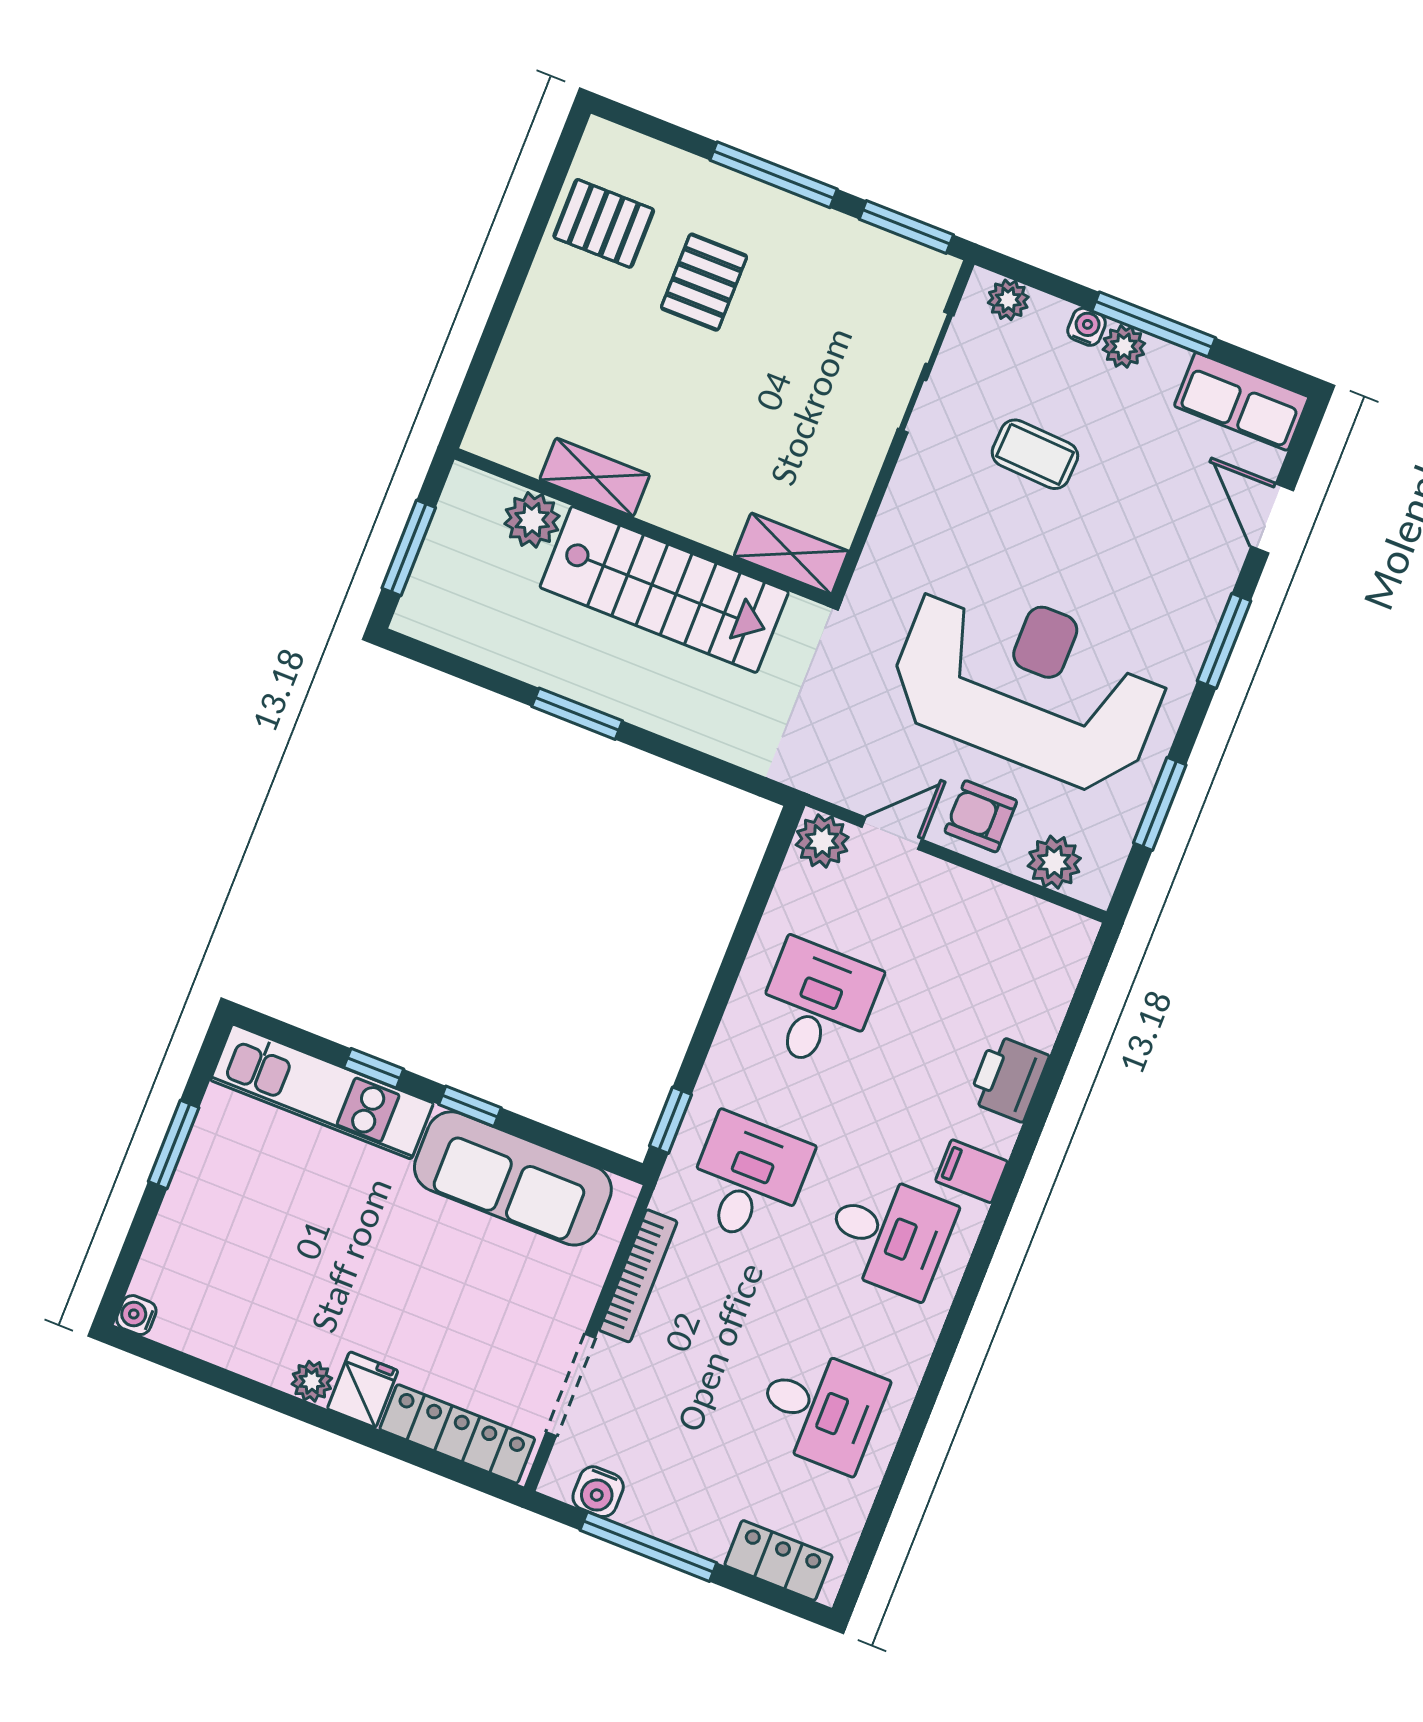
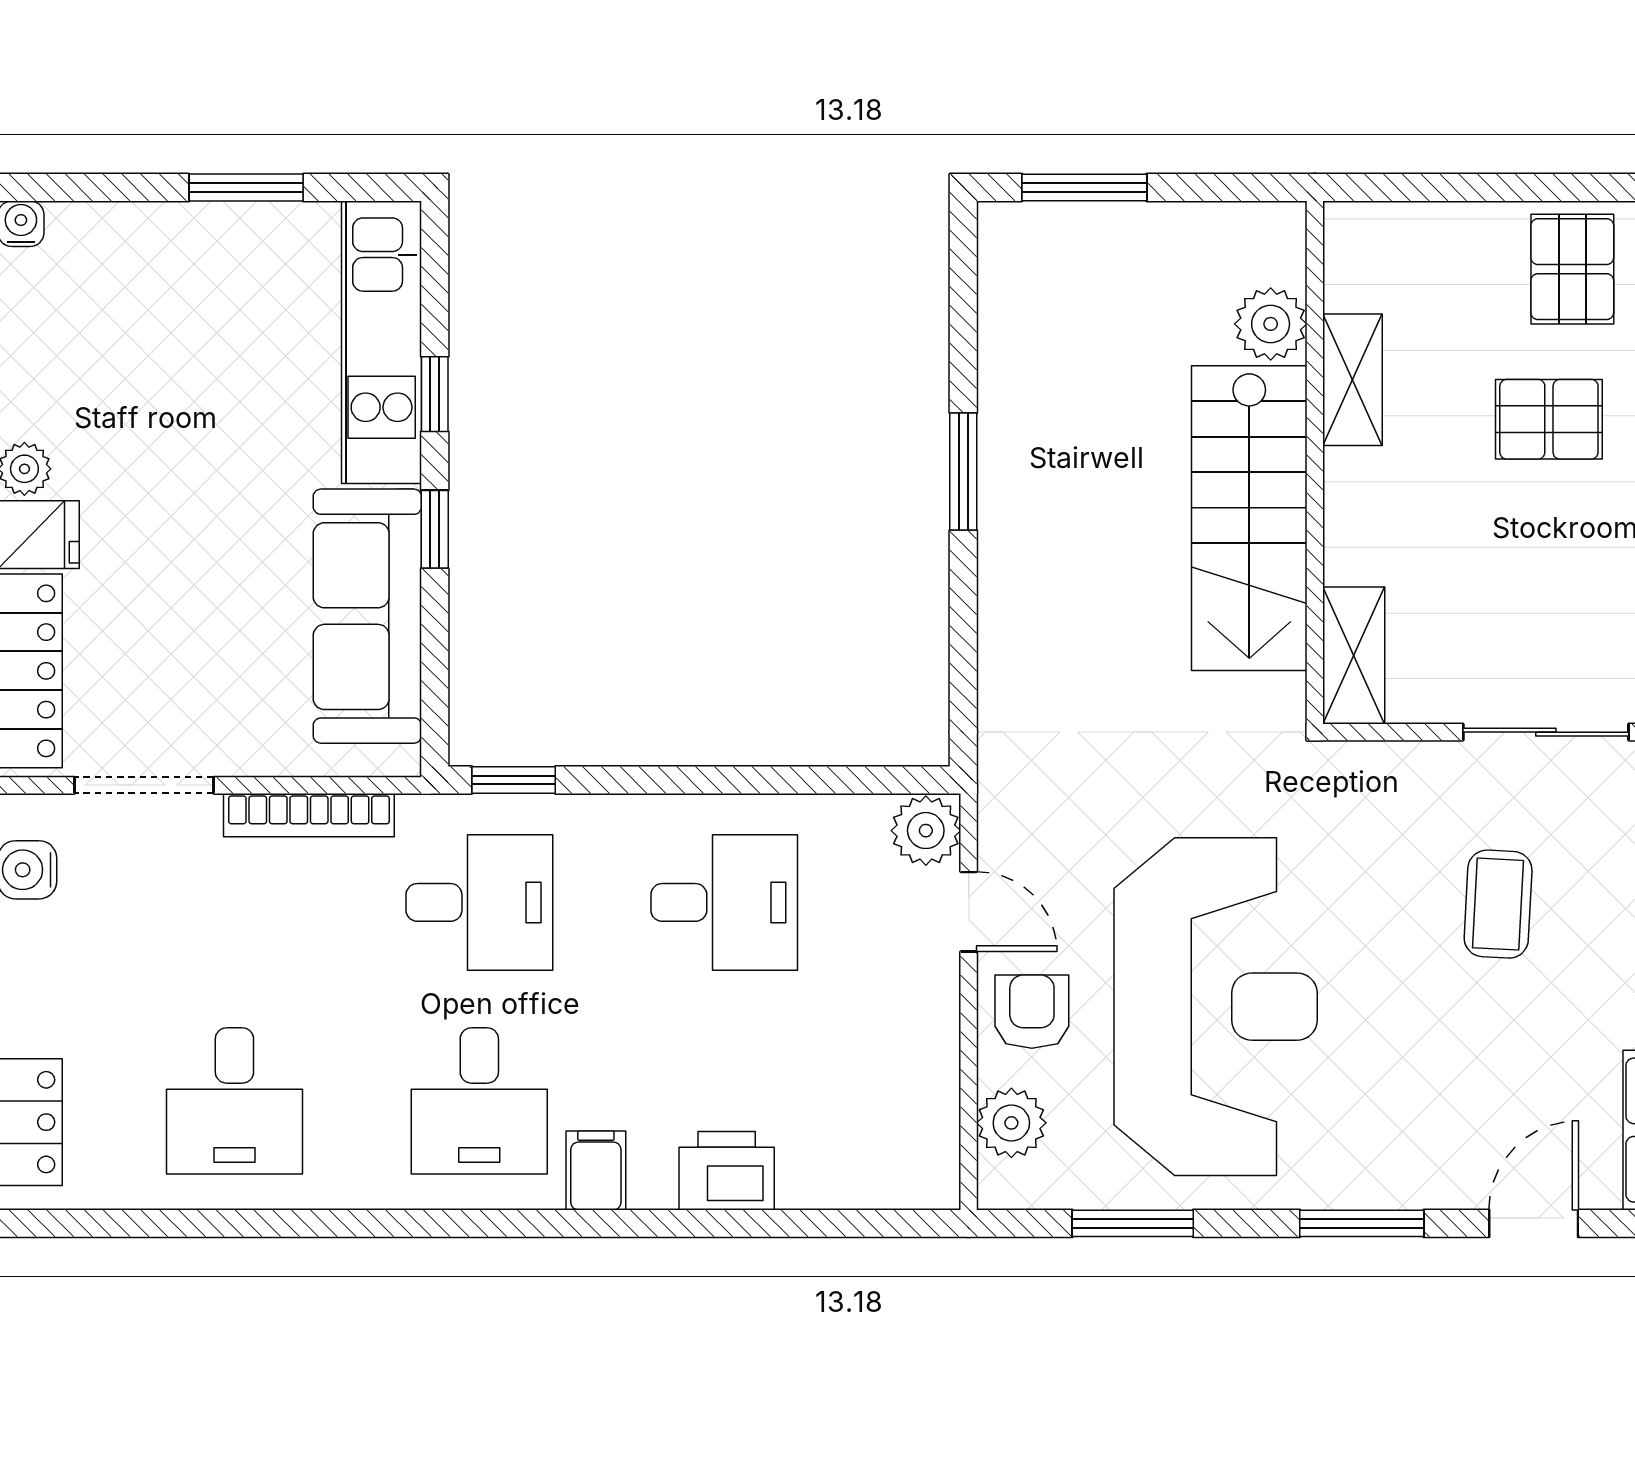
shelving: (595, 477) -> (1352, 380), moved
plant: (532, 520) -> (1271, 324), moved
wall: (643, 527) -> (1315, 462), moved
shelving: (791, 554) -> (1354, 655), moved
stairs: (664, 589) -> (1249, 518), moved

